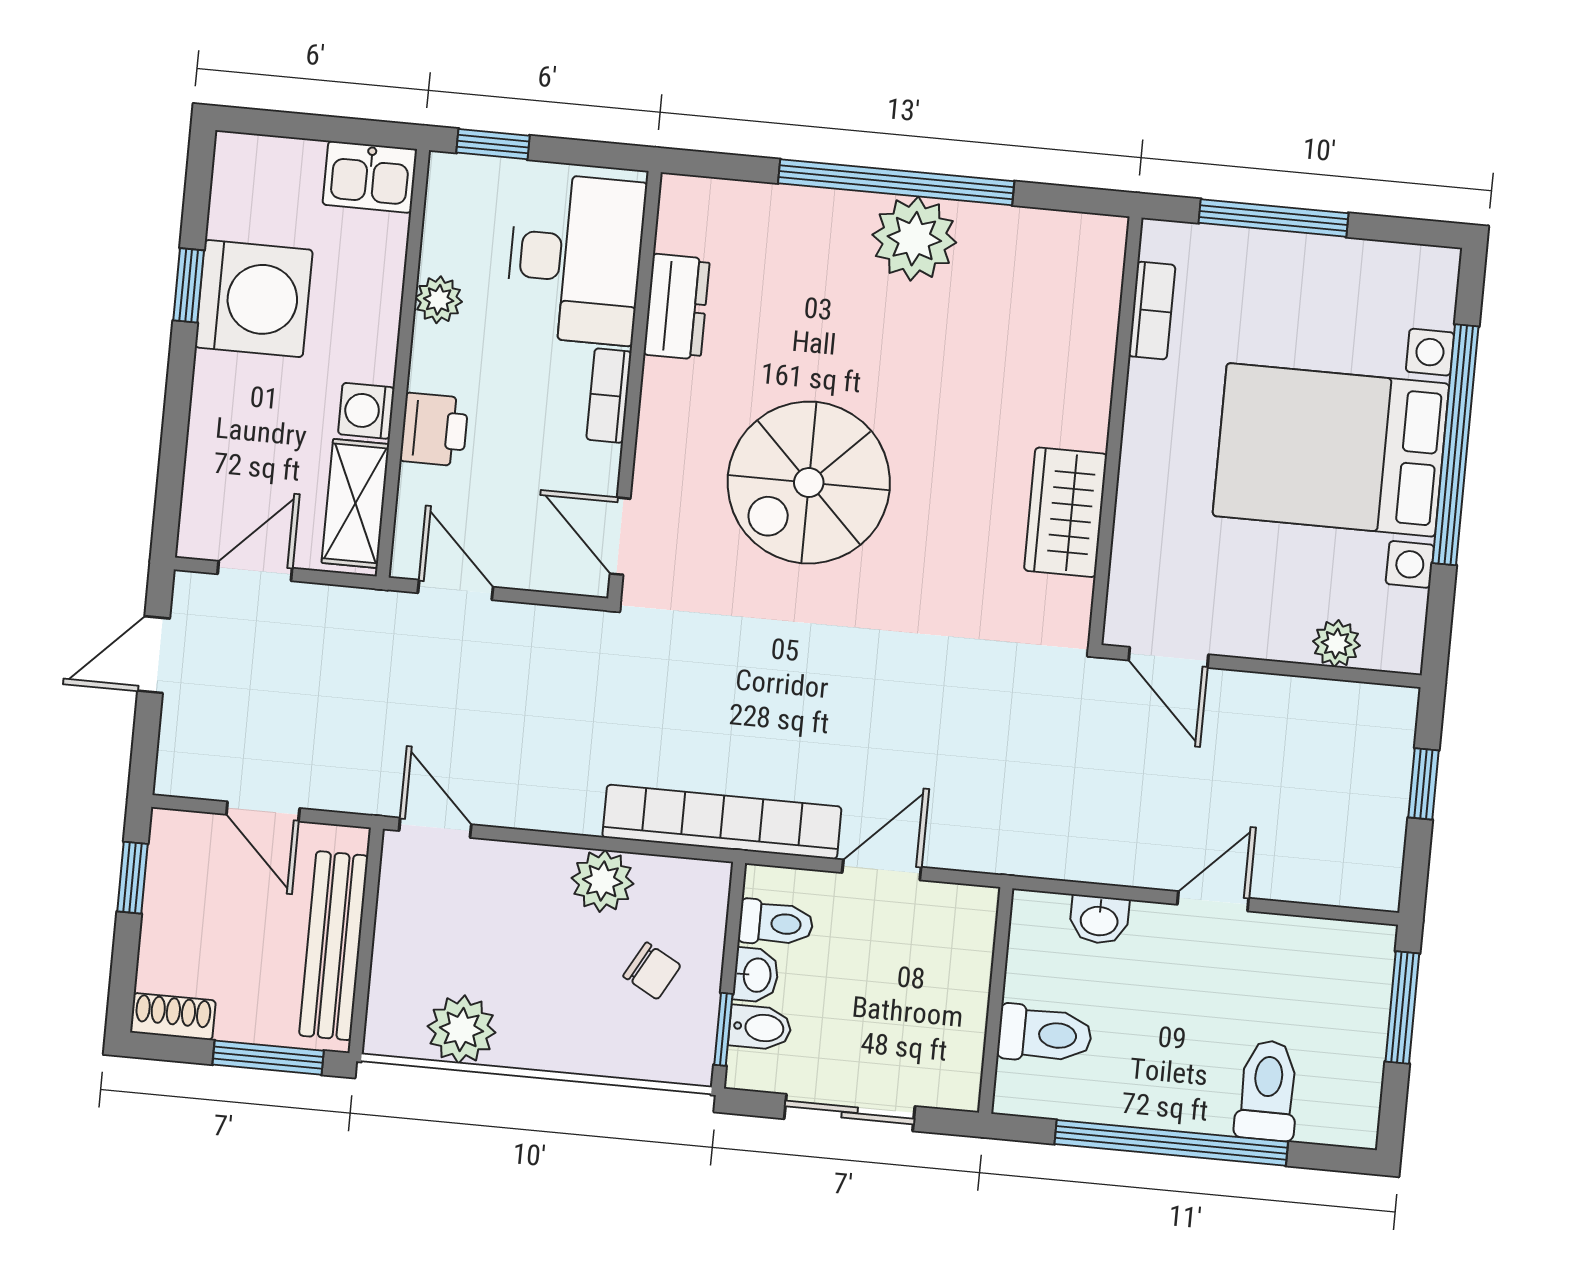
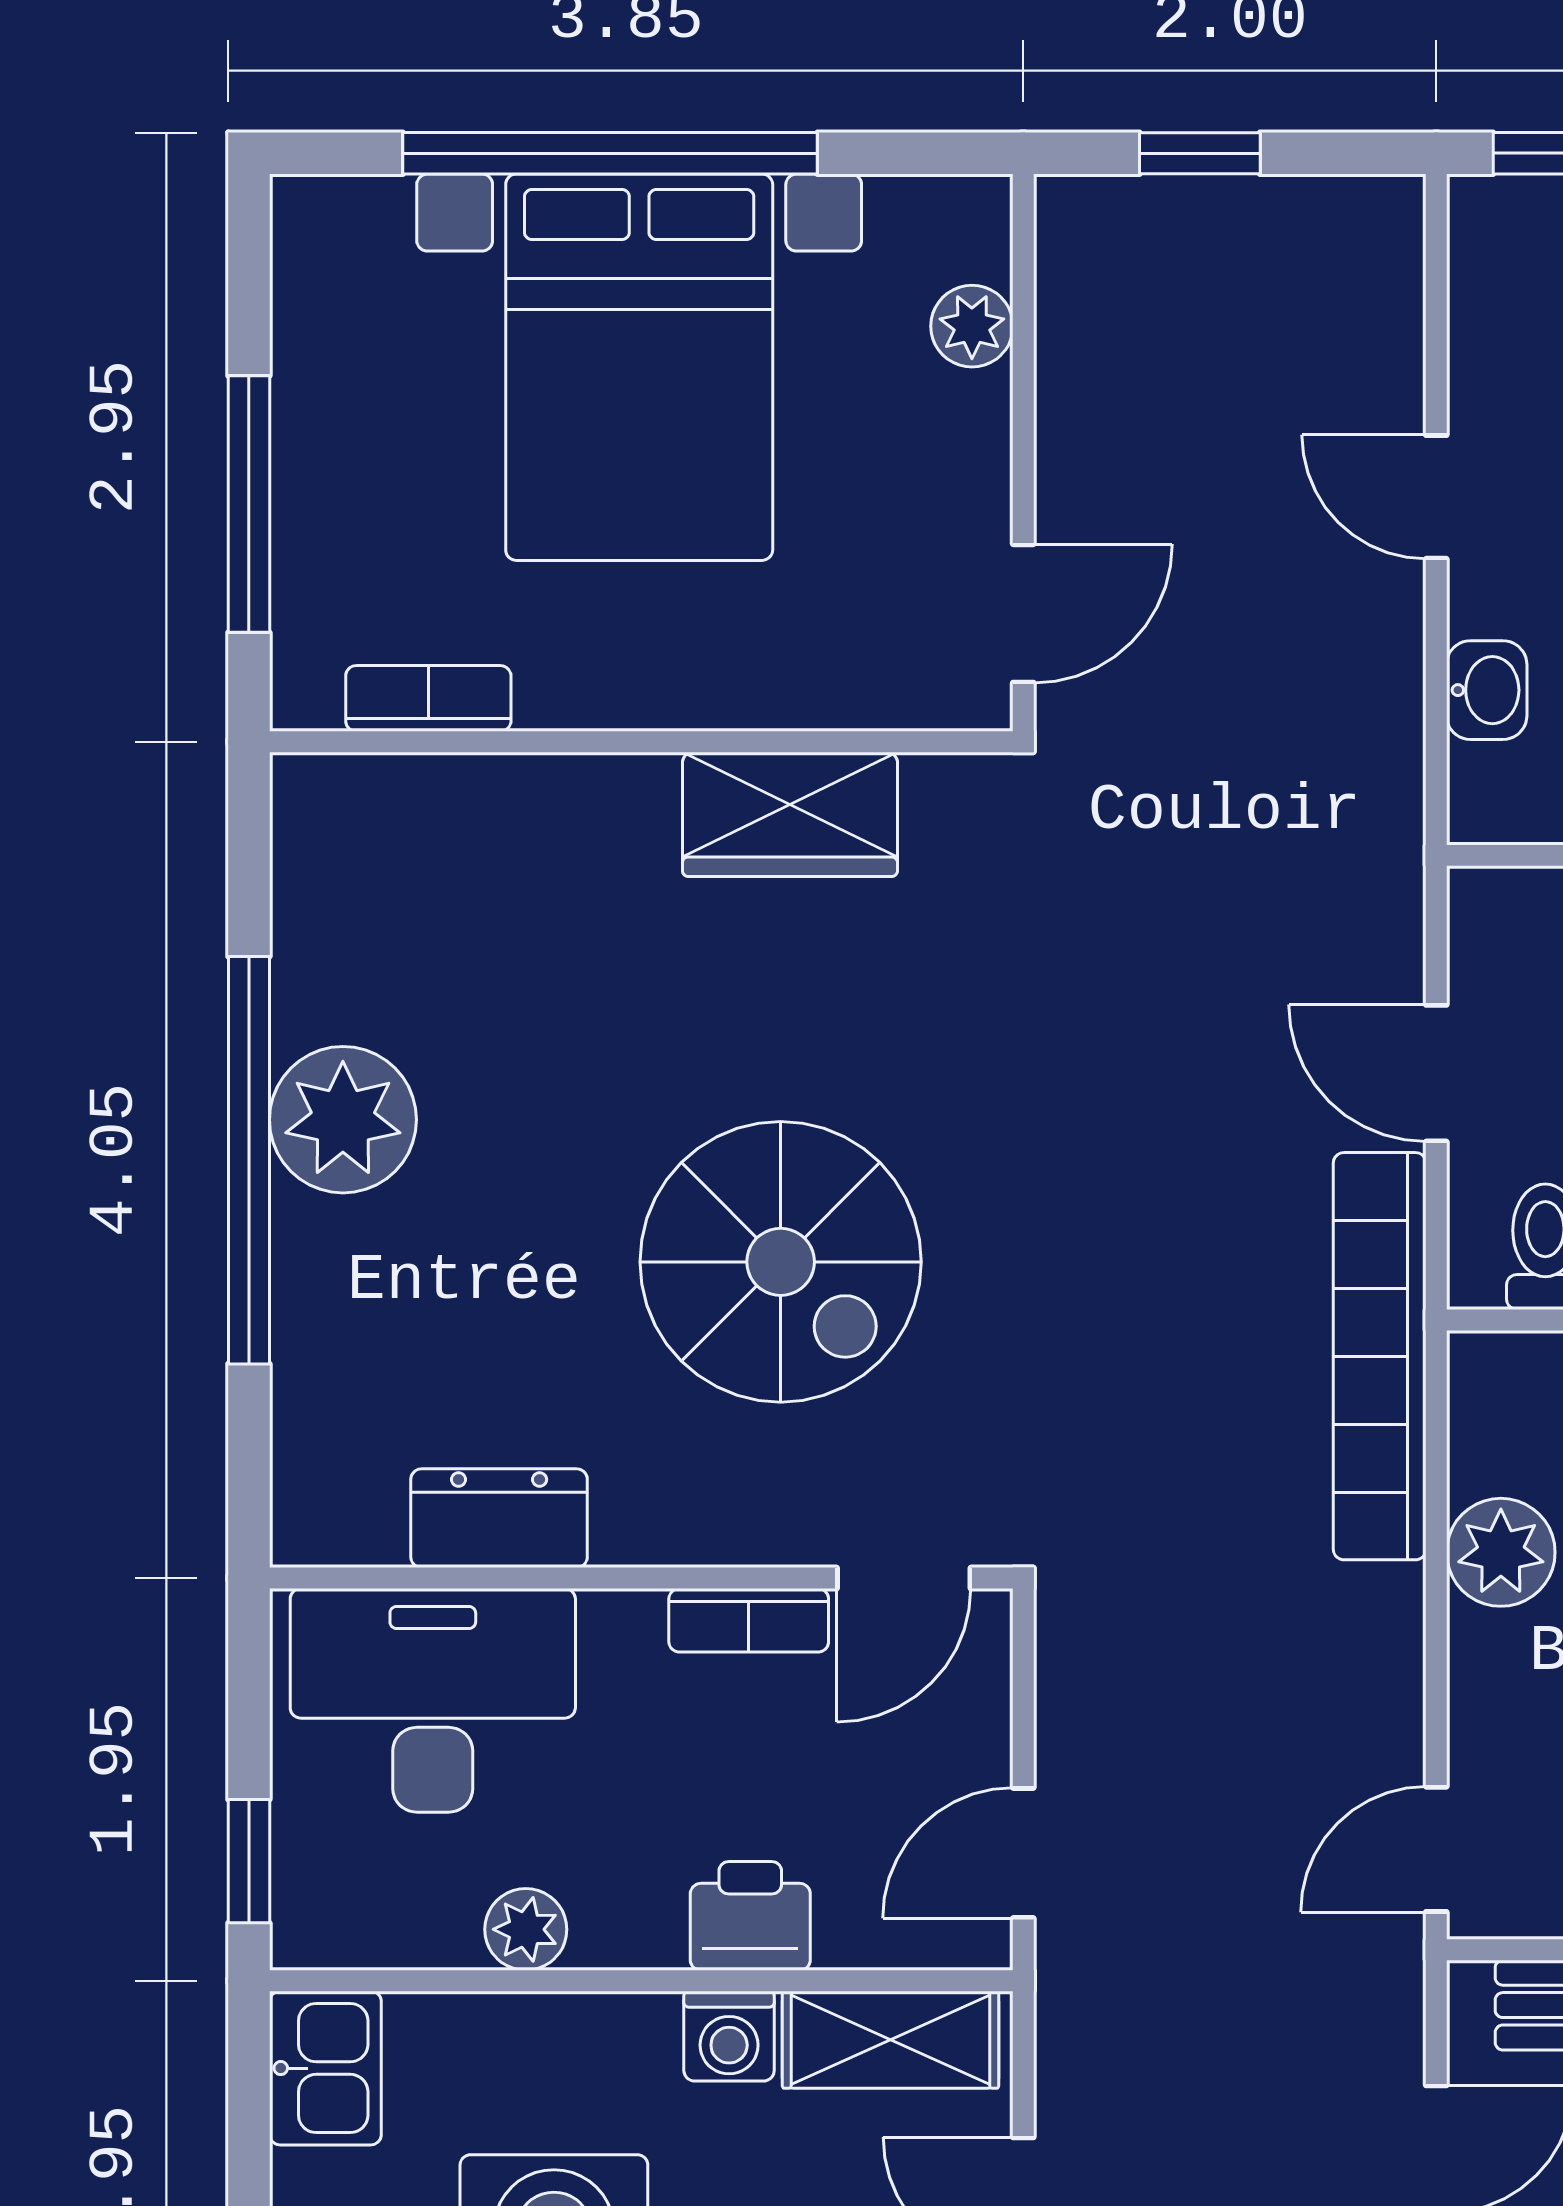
bookcase: (609, 396) -> (749, 1620), moved

